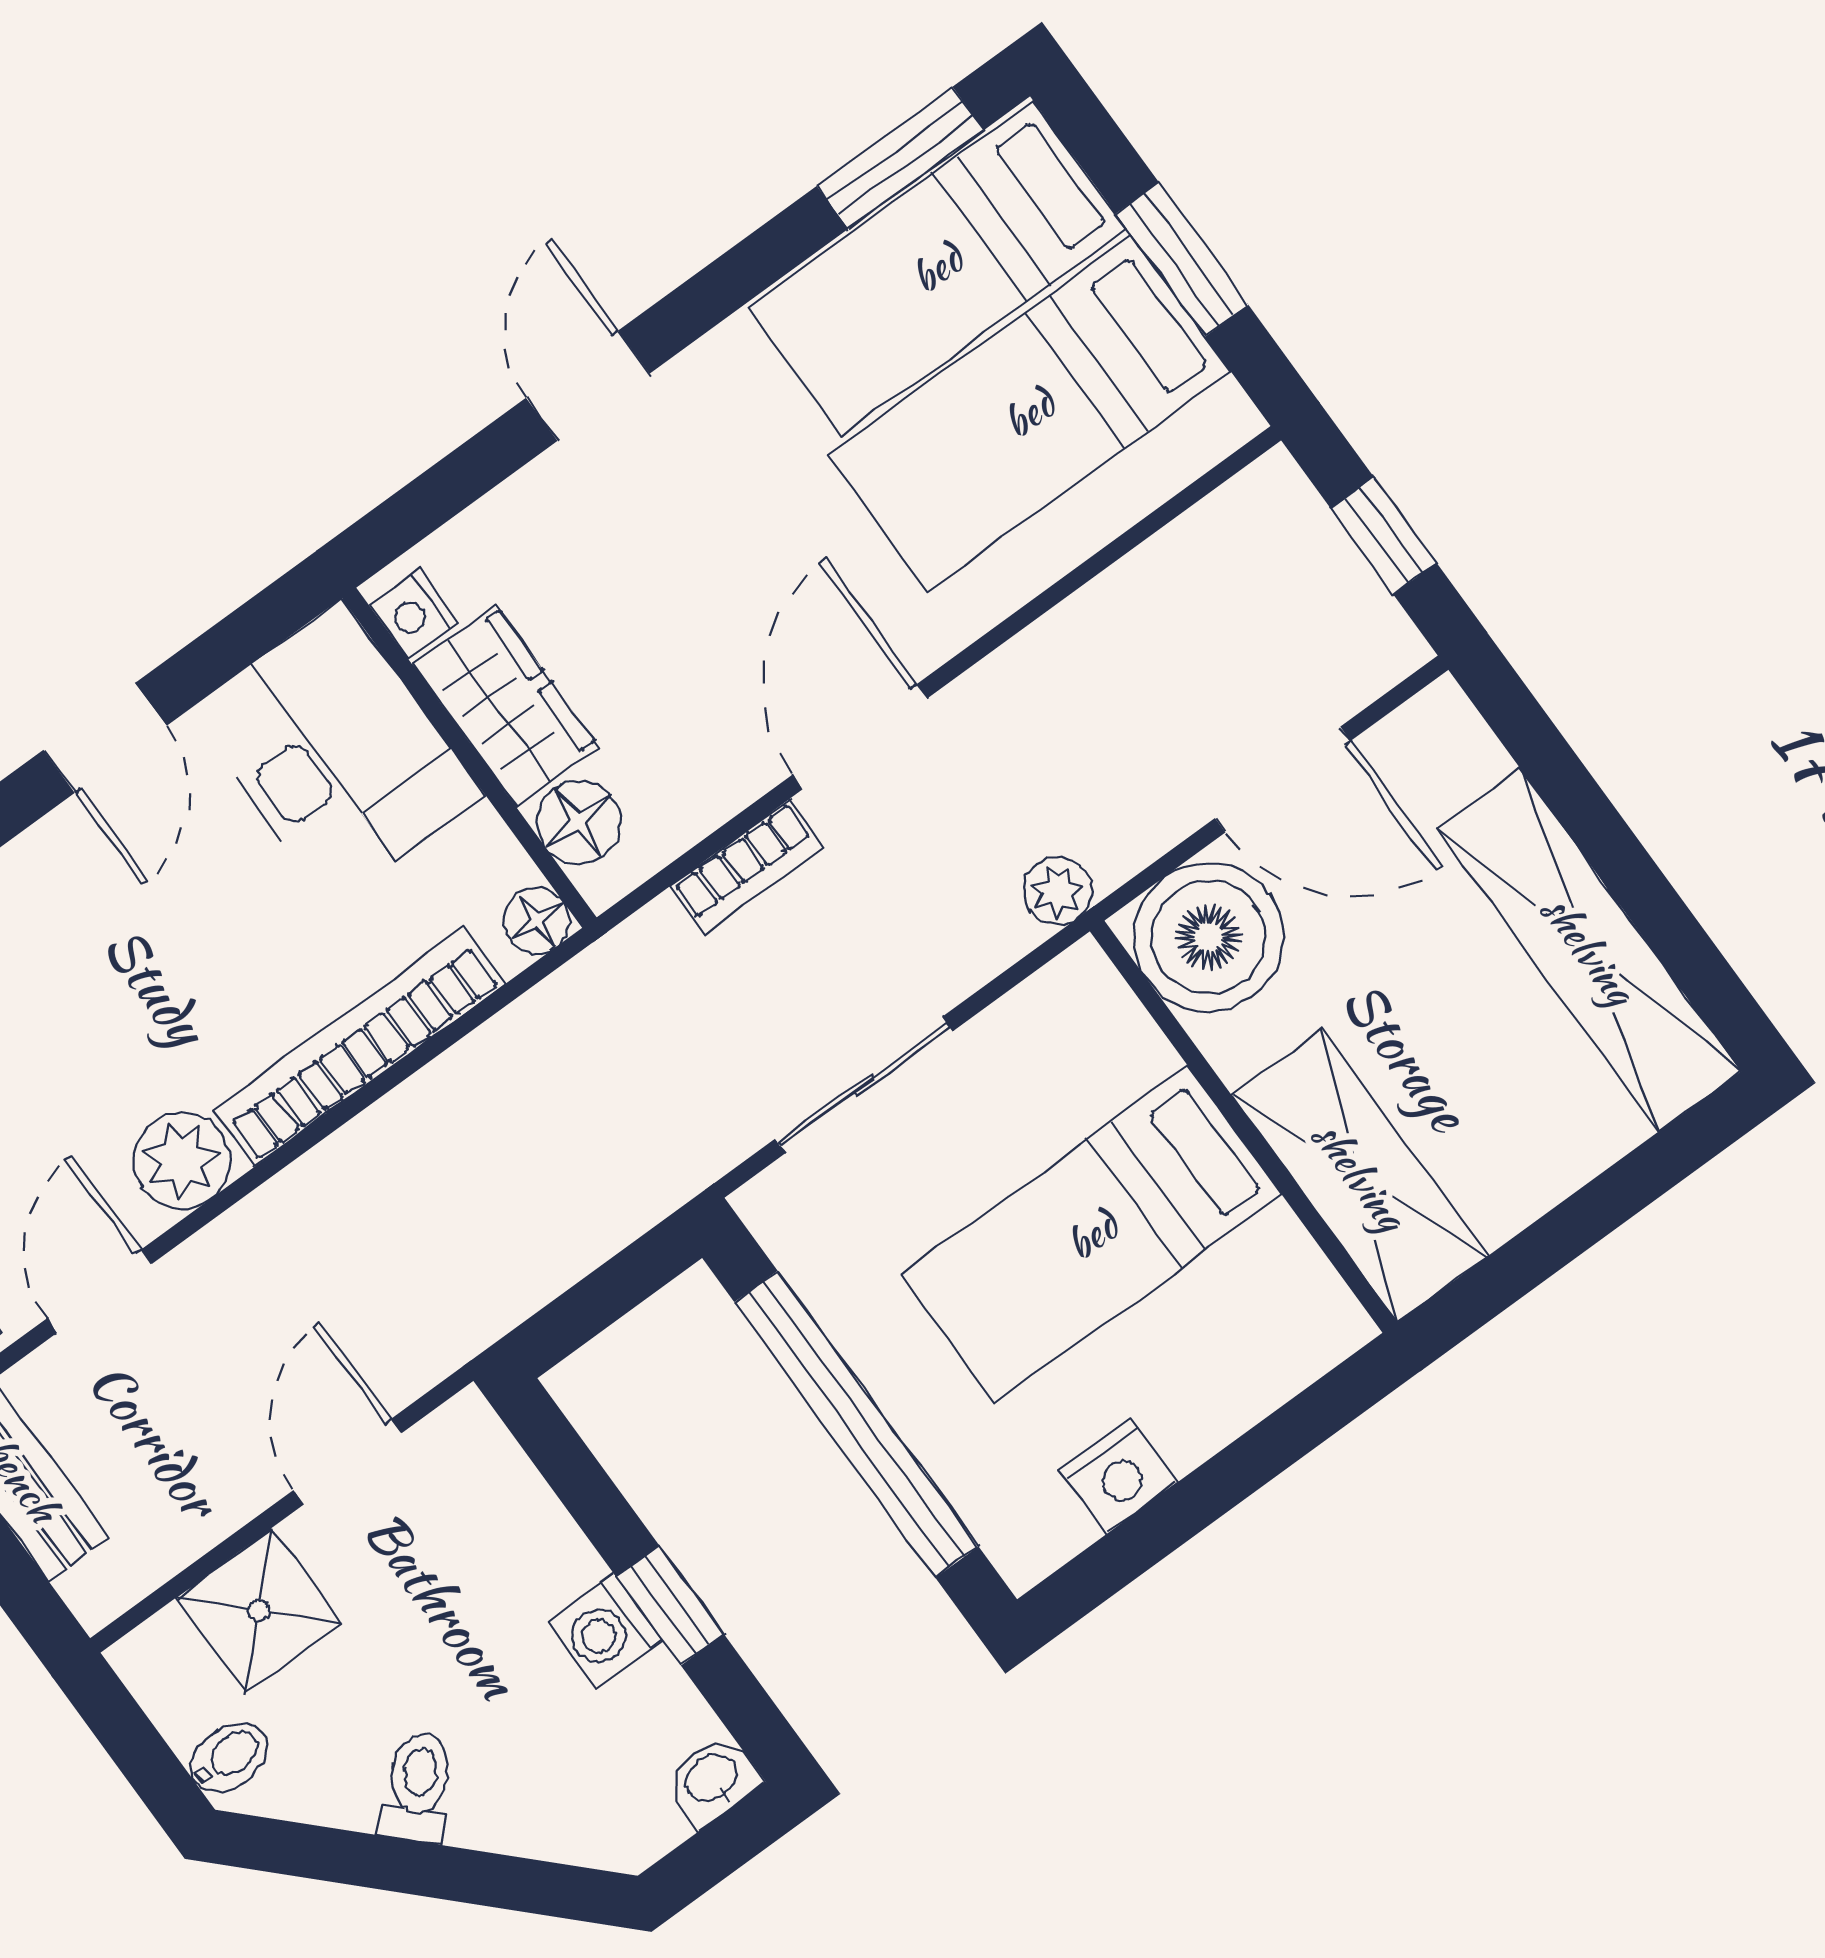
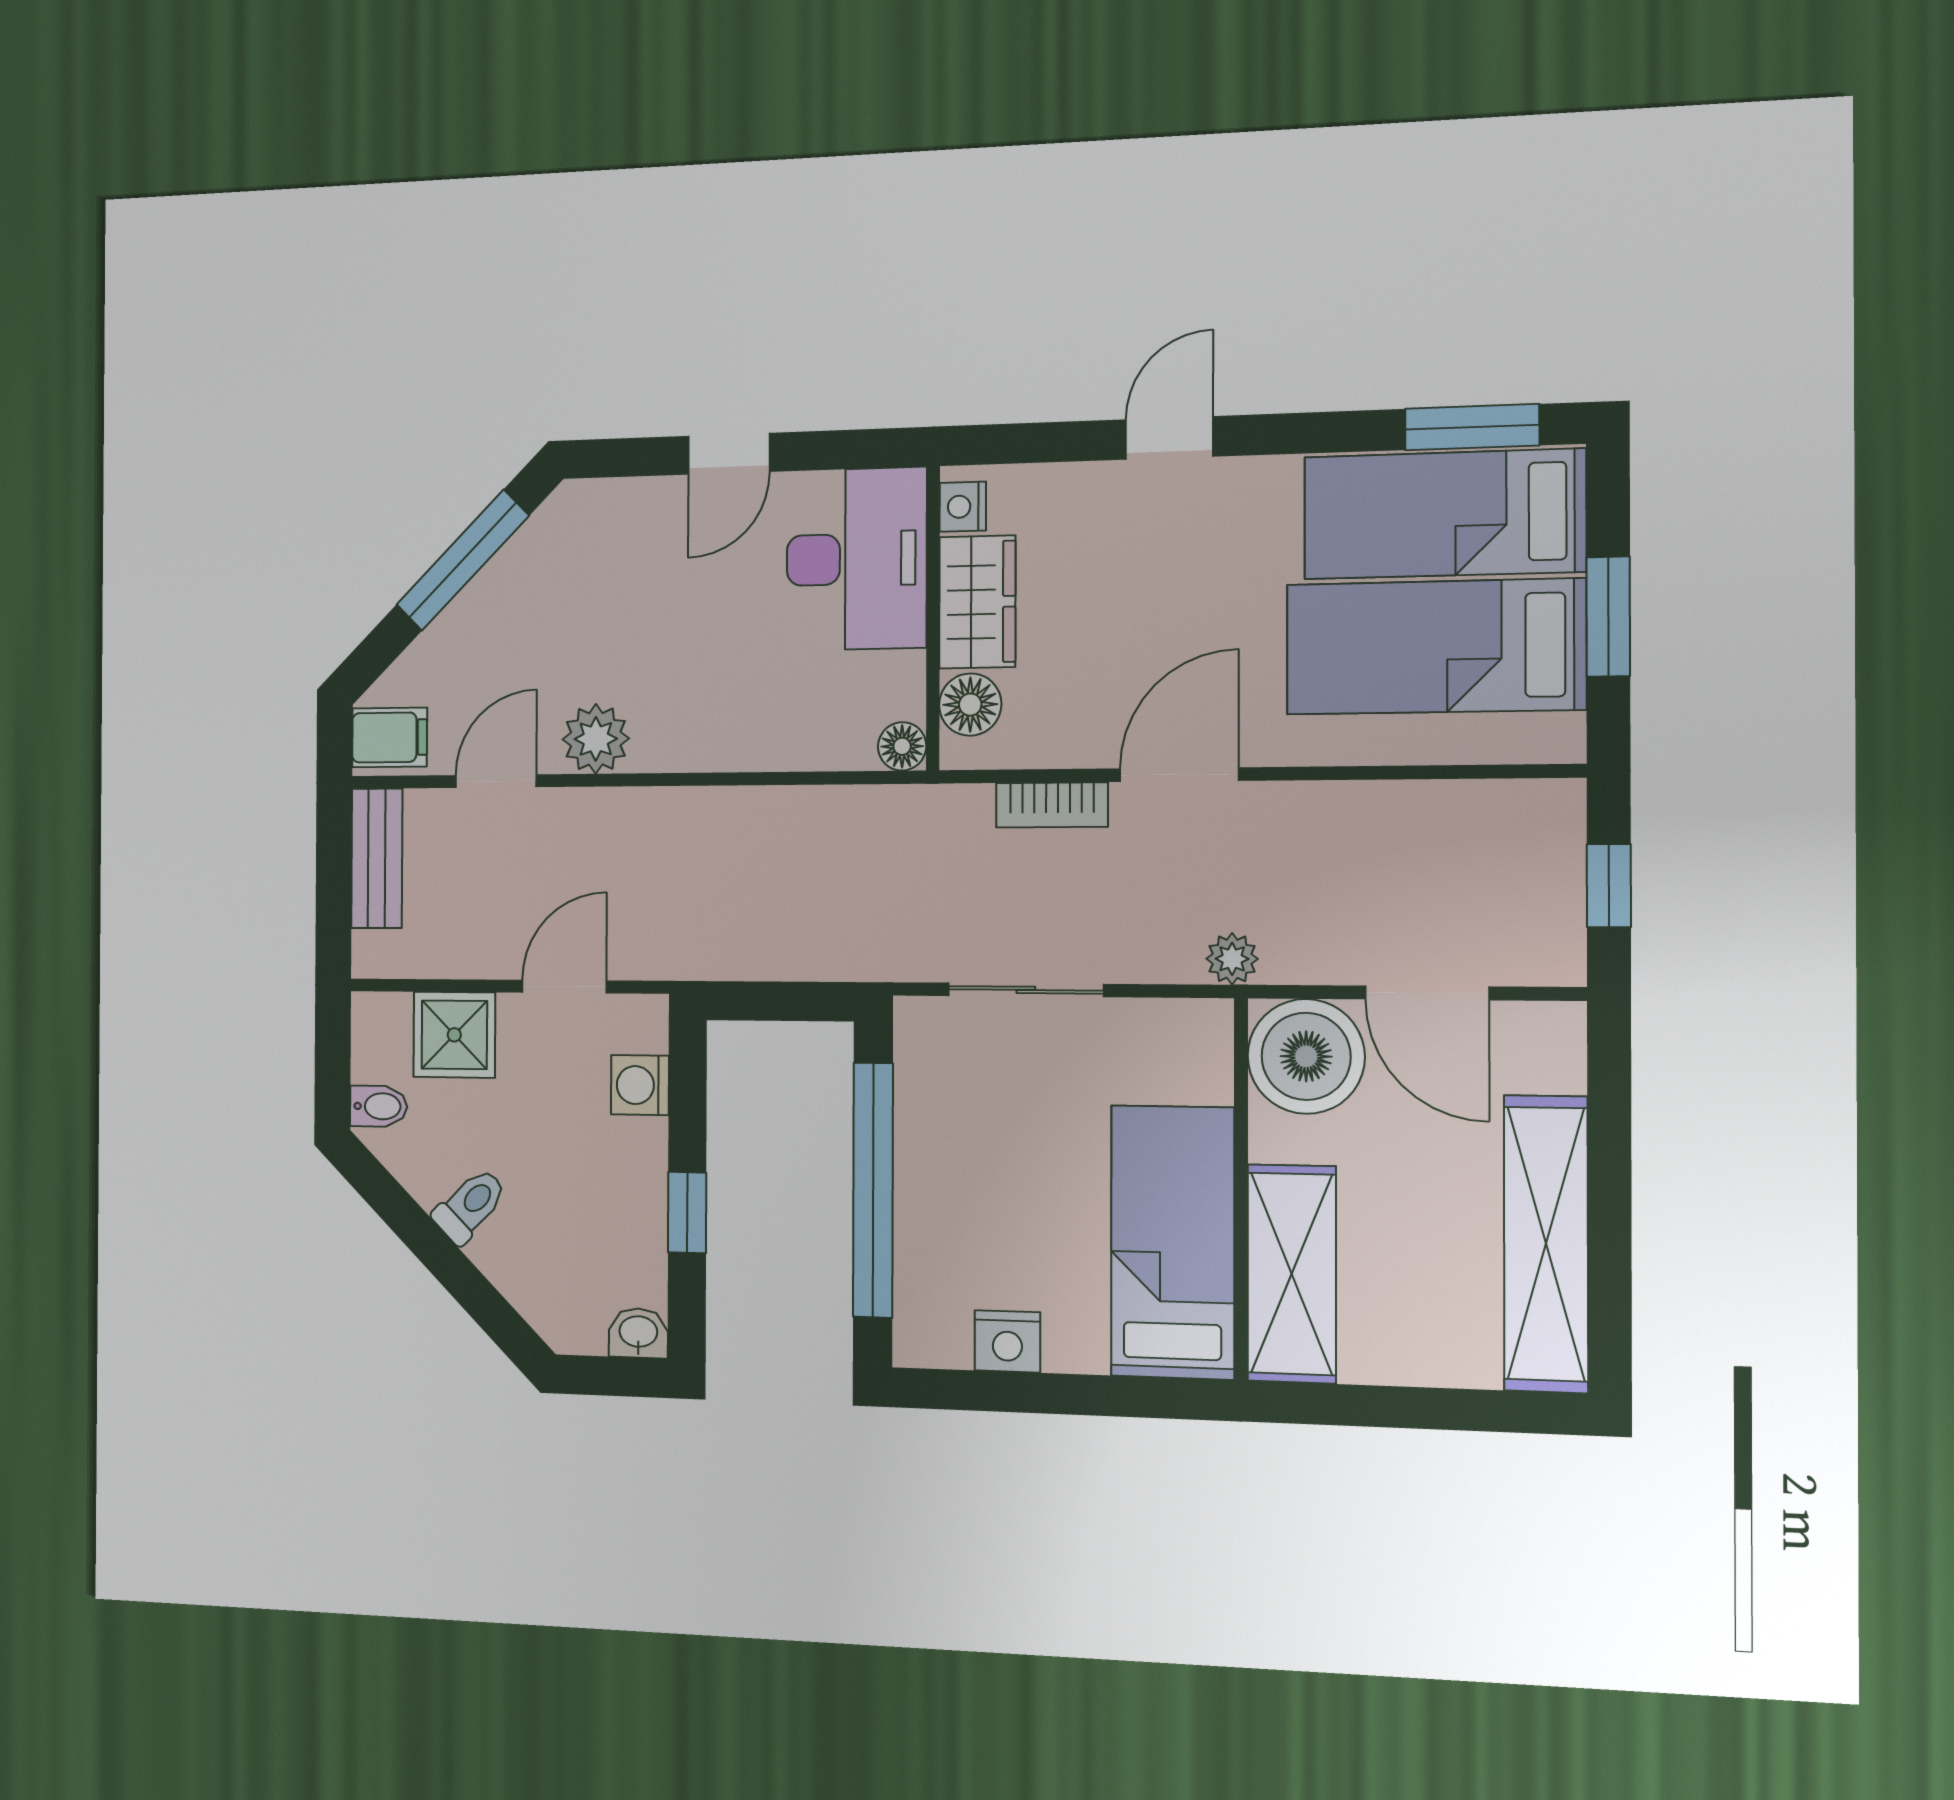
bookcase: (359, 1047) -> (745, 746), removed
bed: (1092, 1235) -> (1172, 1242), moved, turned 90
washing machine: (605, 1631) -> (640, 1085), moved

